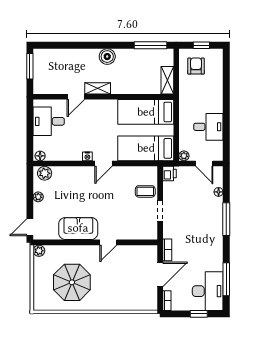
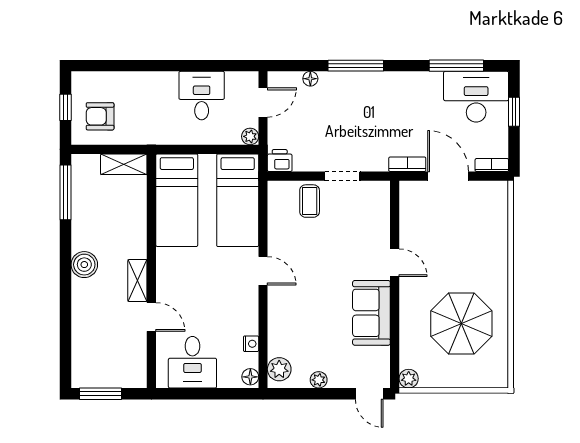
nightstand: (87, 156) -> (251, 344), moved

